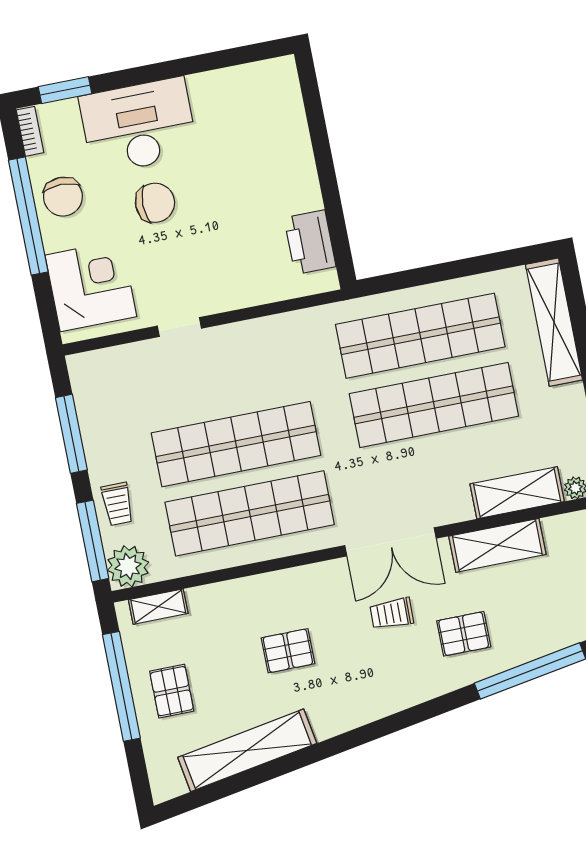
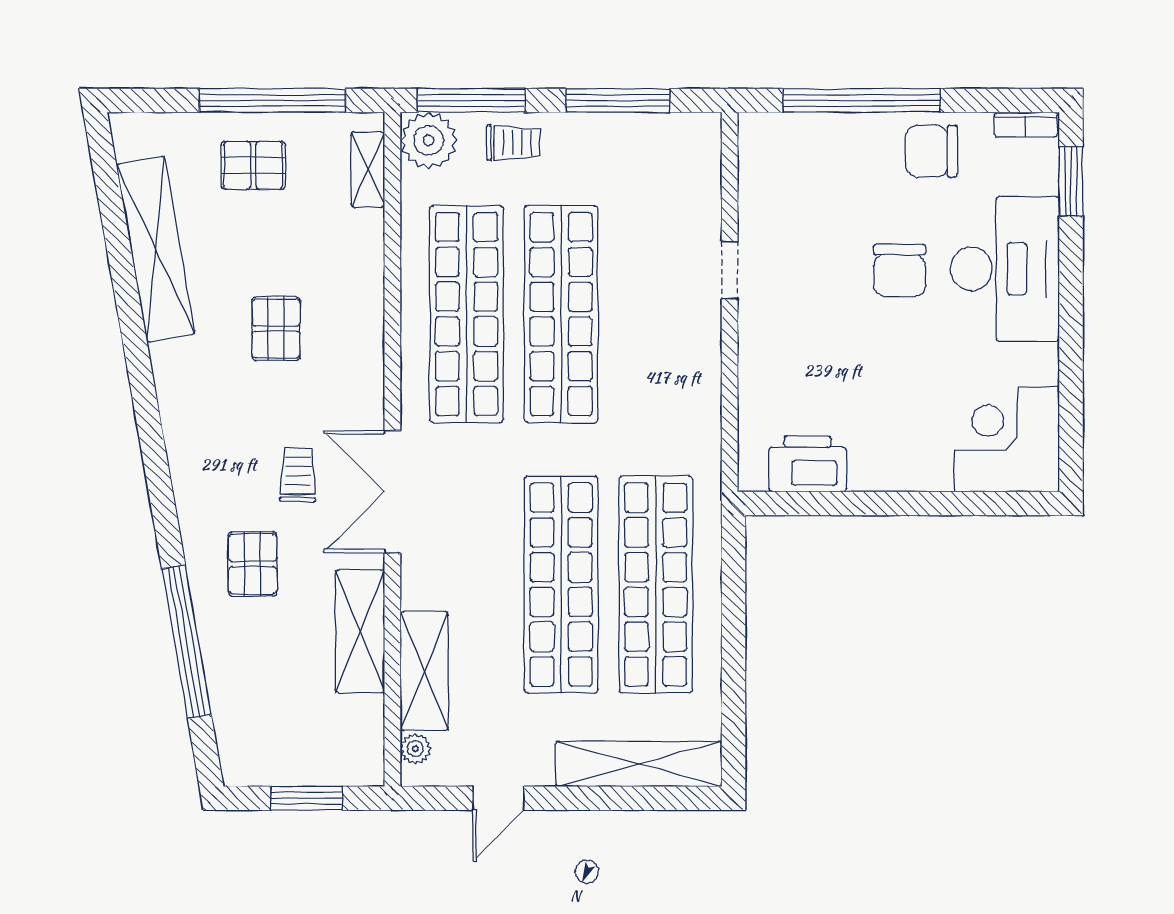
window: (28, 216) -> (861, 100), moved
corner desk: (91, 286) -> (1007, 439), moved, turned 180
trolley: (117, 504) -> (513, 143), turned 180

